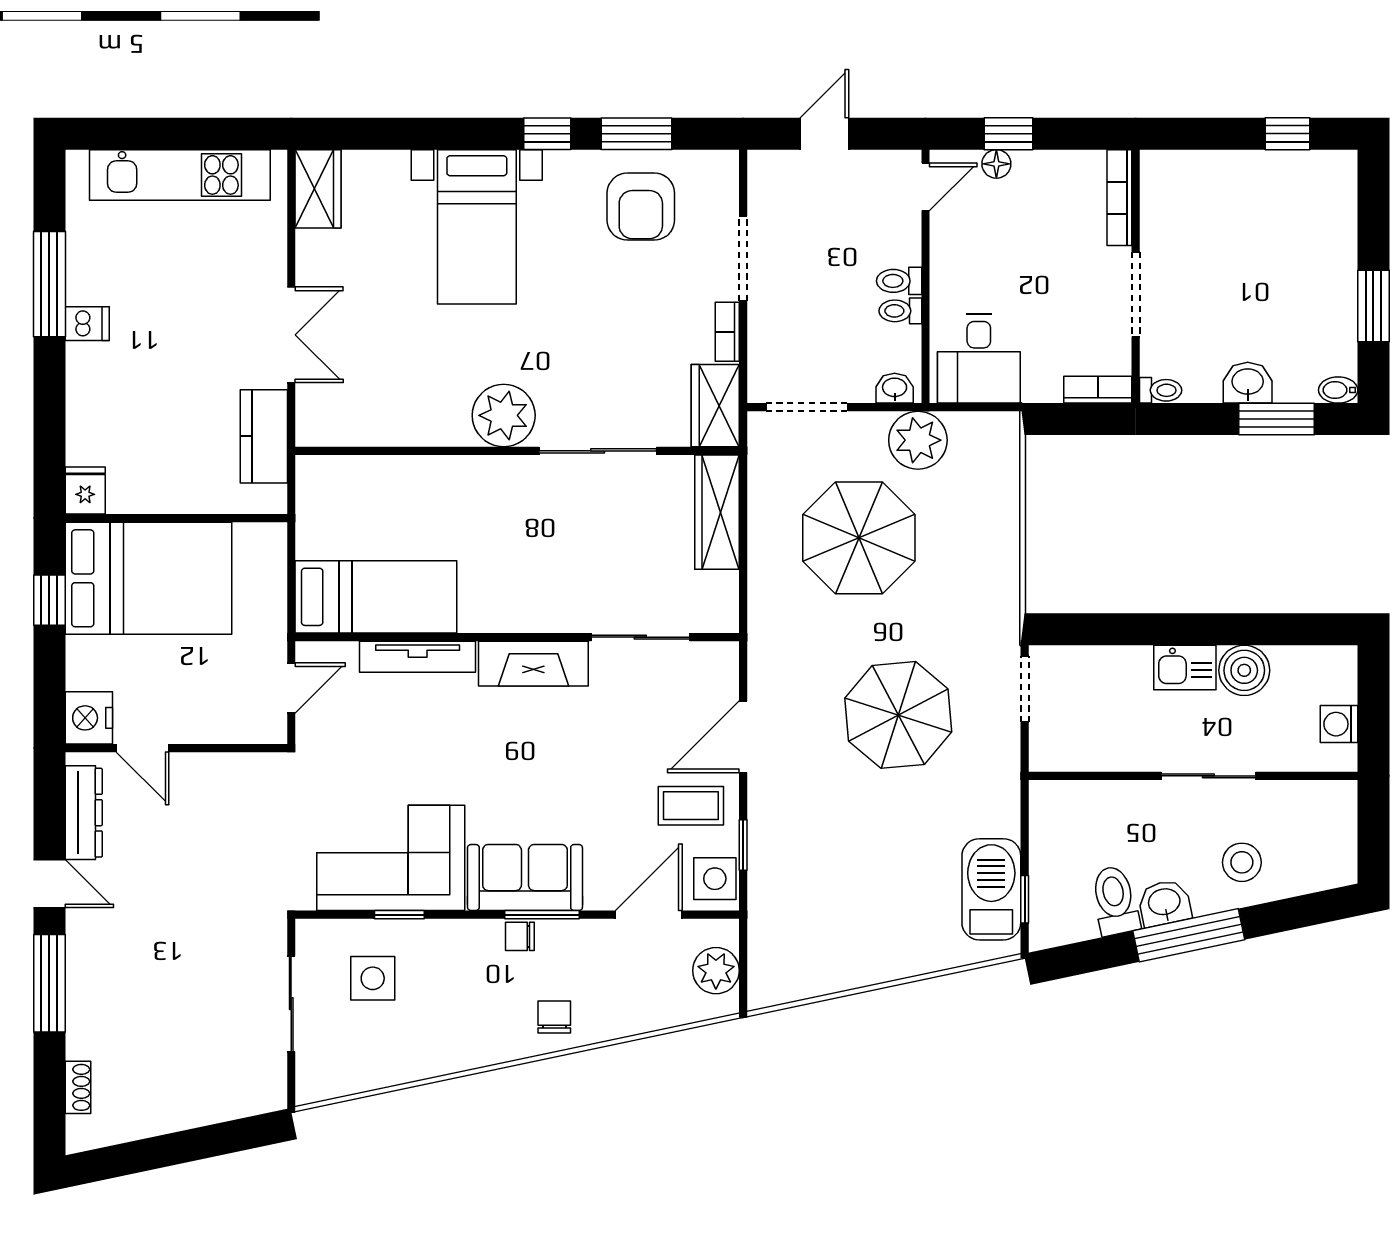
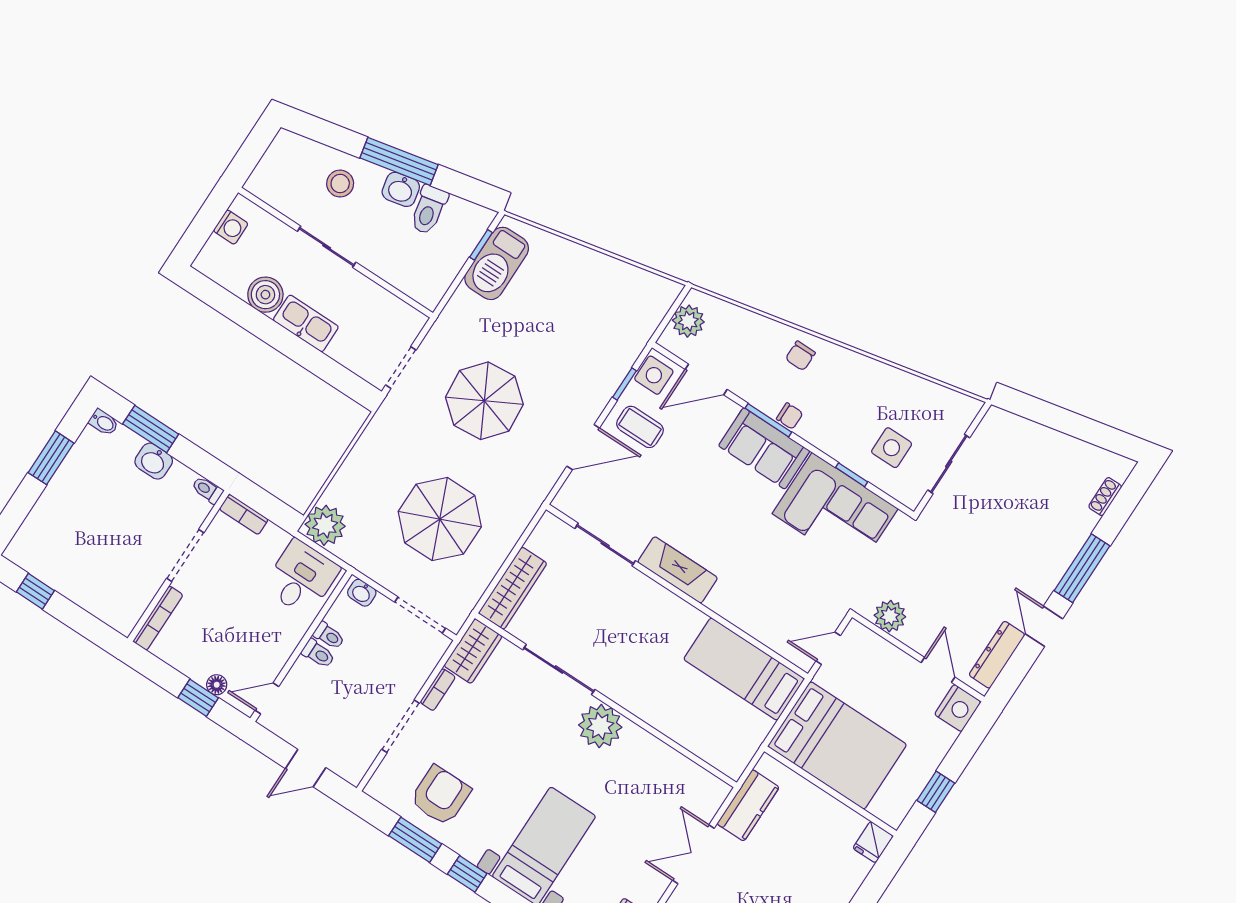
plant: (918, 440) -> (325, 525), moved
bed: (148, 578) -> (837, 745), moved, turned 180
tv unit: (418, 657) -> (743, 618), removed
kitchen sink: (1185, 667) -> (306, 323), width x1.38
plant: (242, 775) -> (890, 616), added

